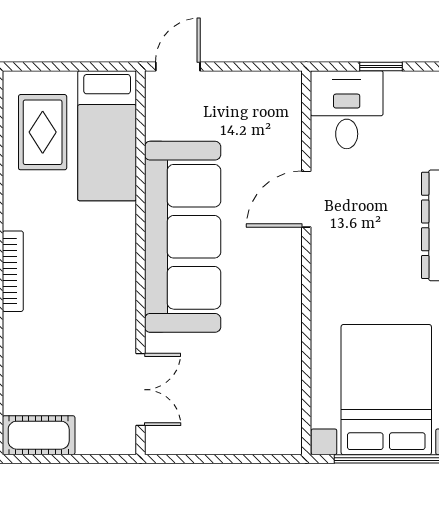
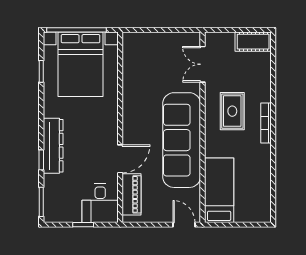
door: (178, 66) -> (184, 225), swing flipped
piano: (283, 127) -> (132, 194), added
rug: (43, 132) -> (232, 111), moved

